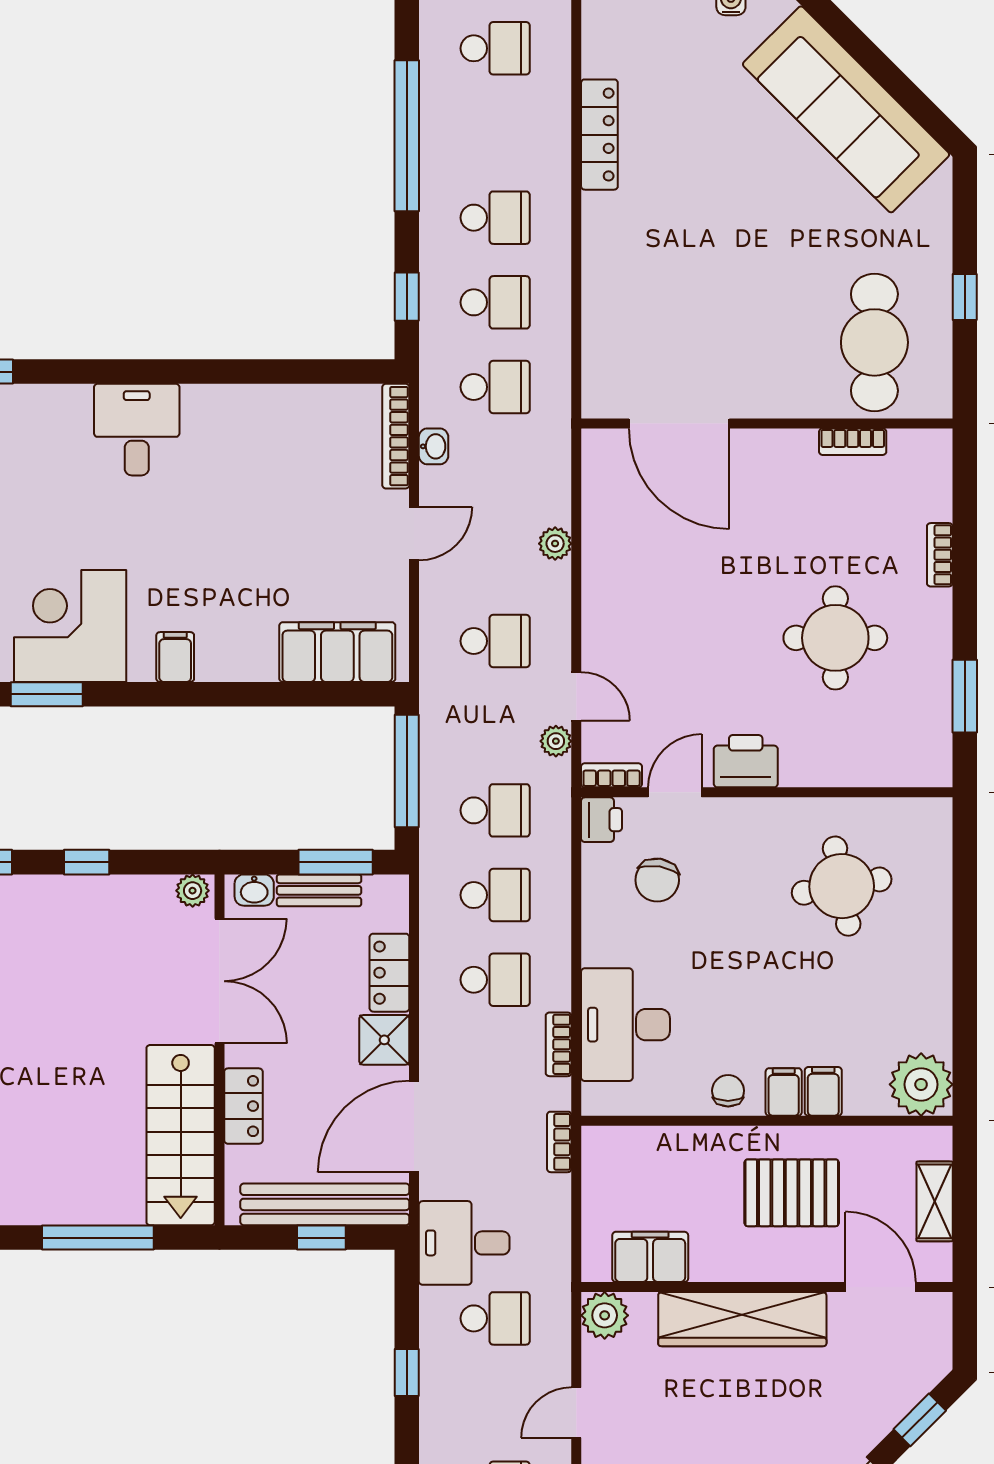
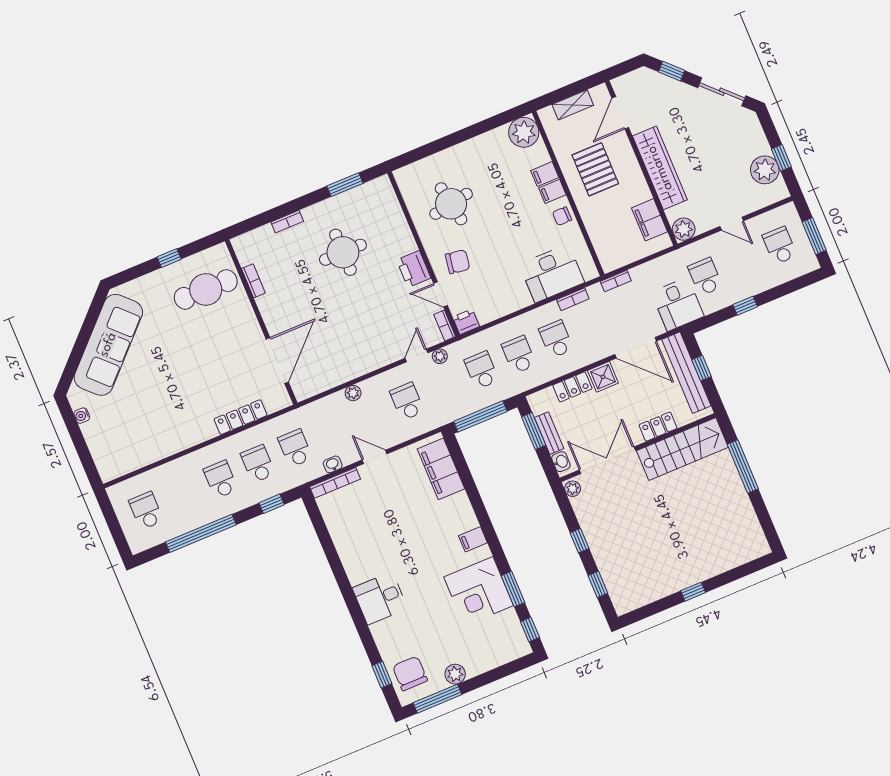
locker: (599, 135) -> (241, 417), moved
chair: (657, 880) -> (458, 262), moved

